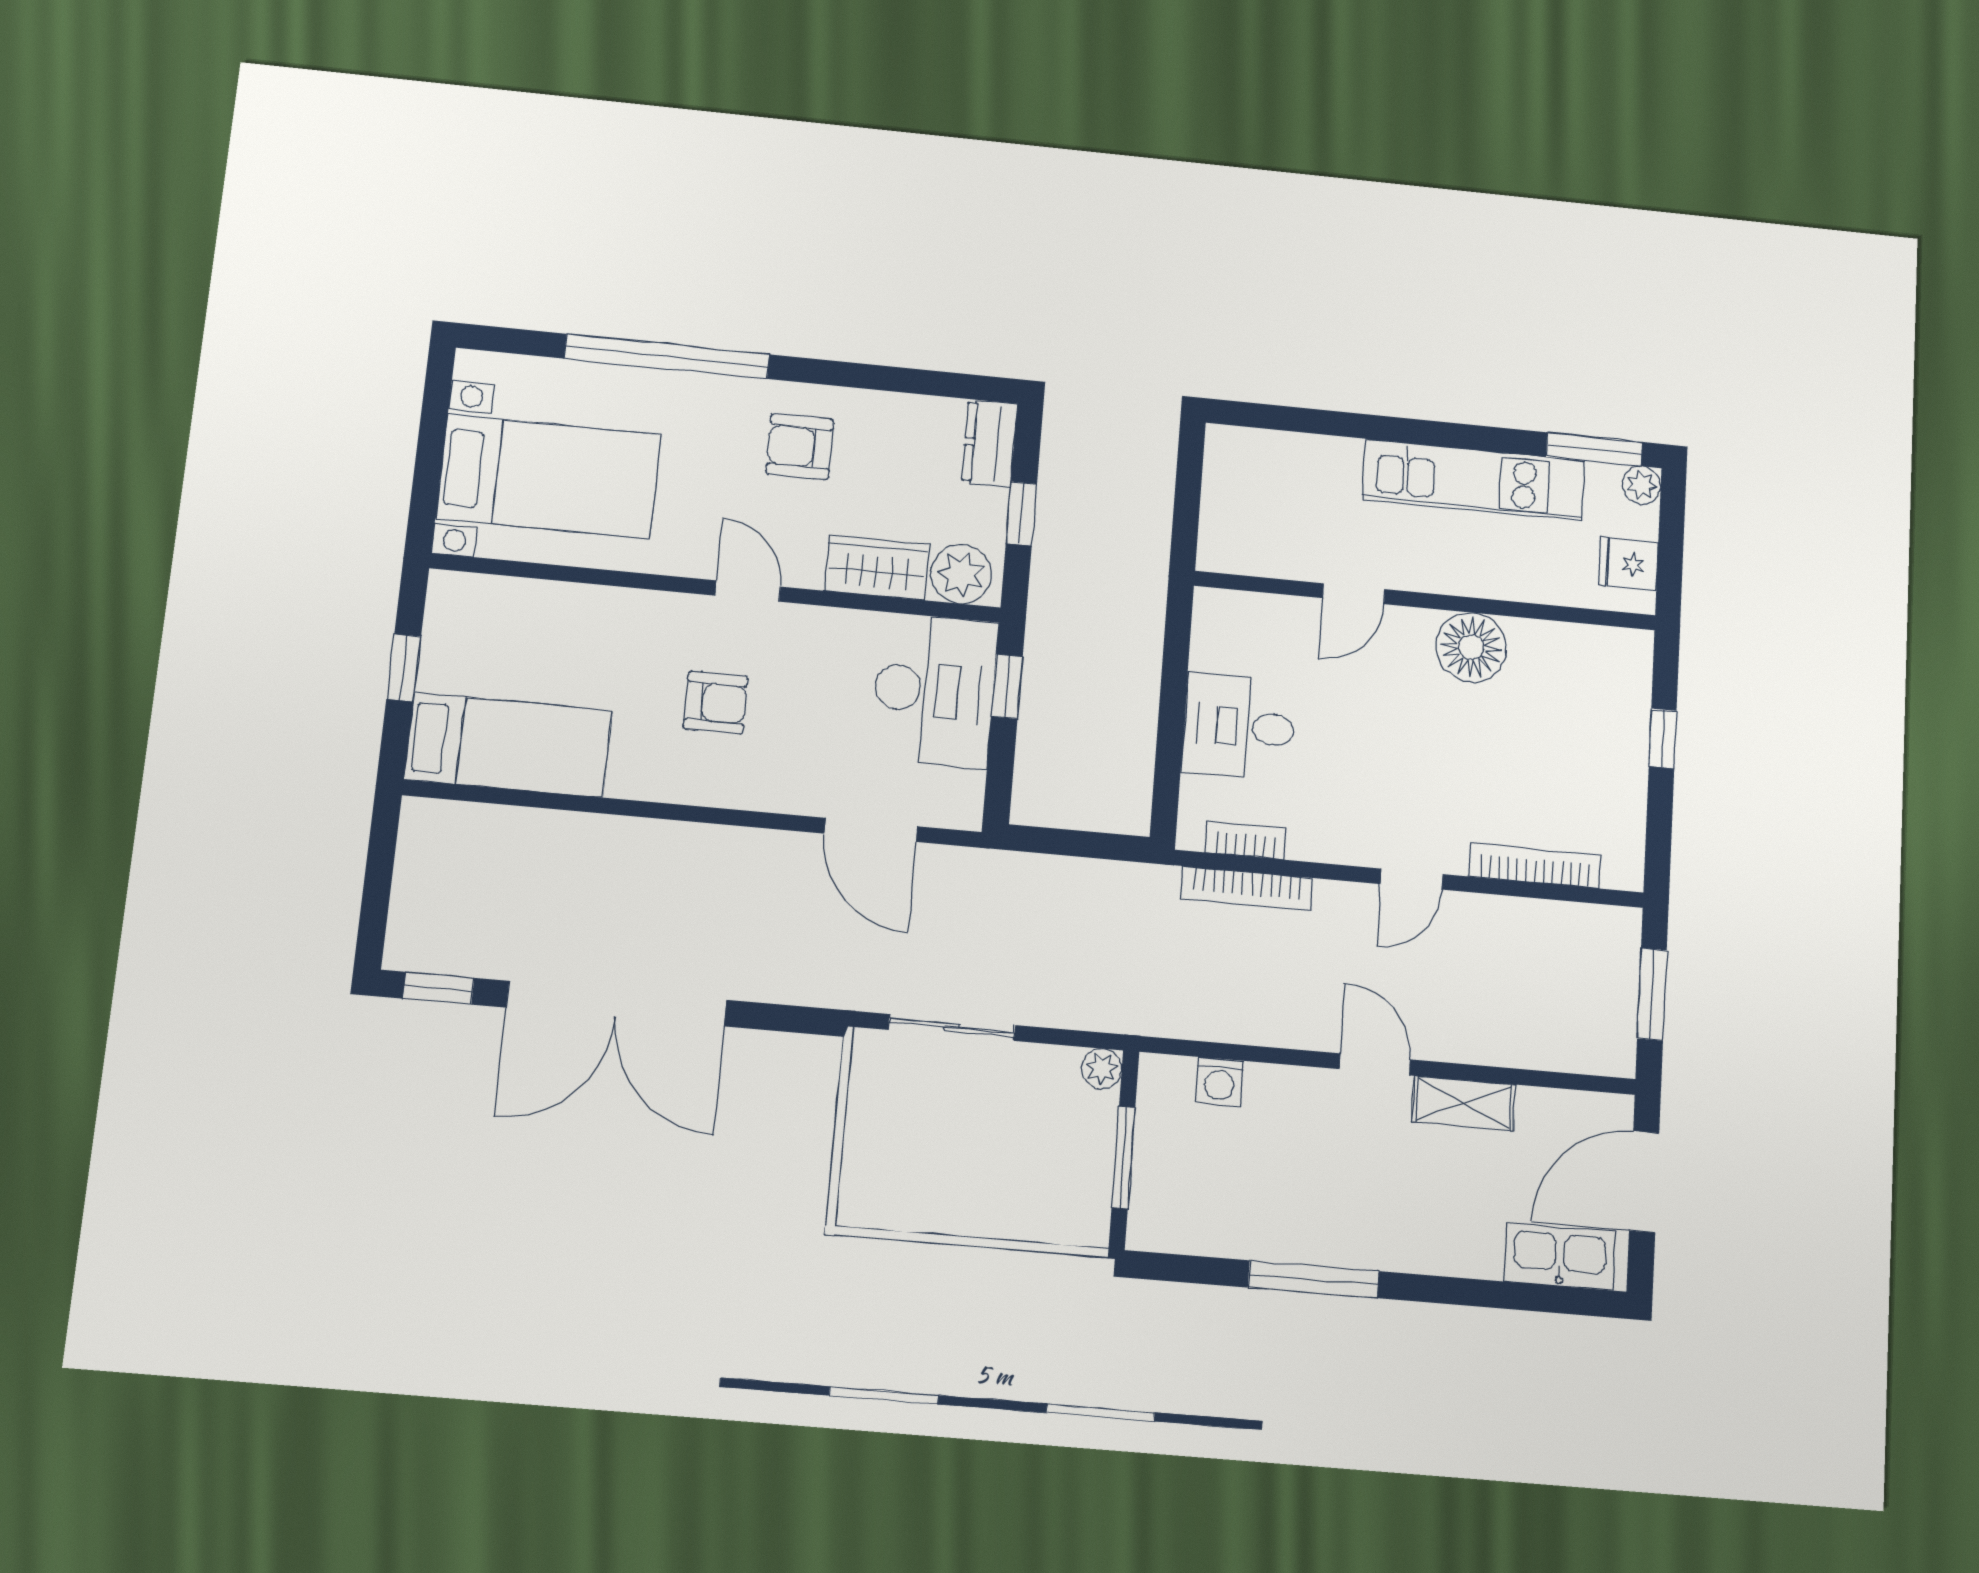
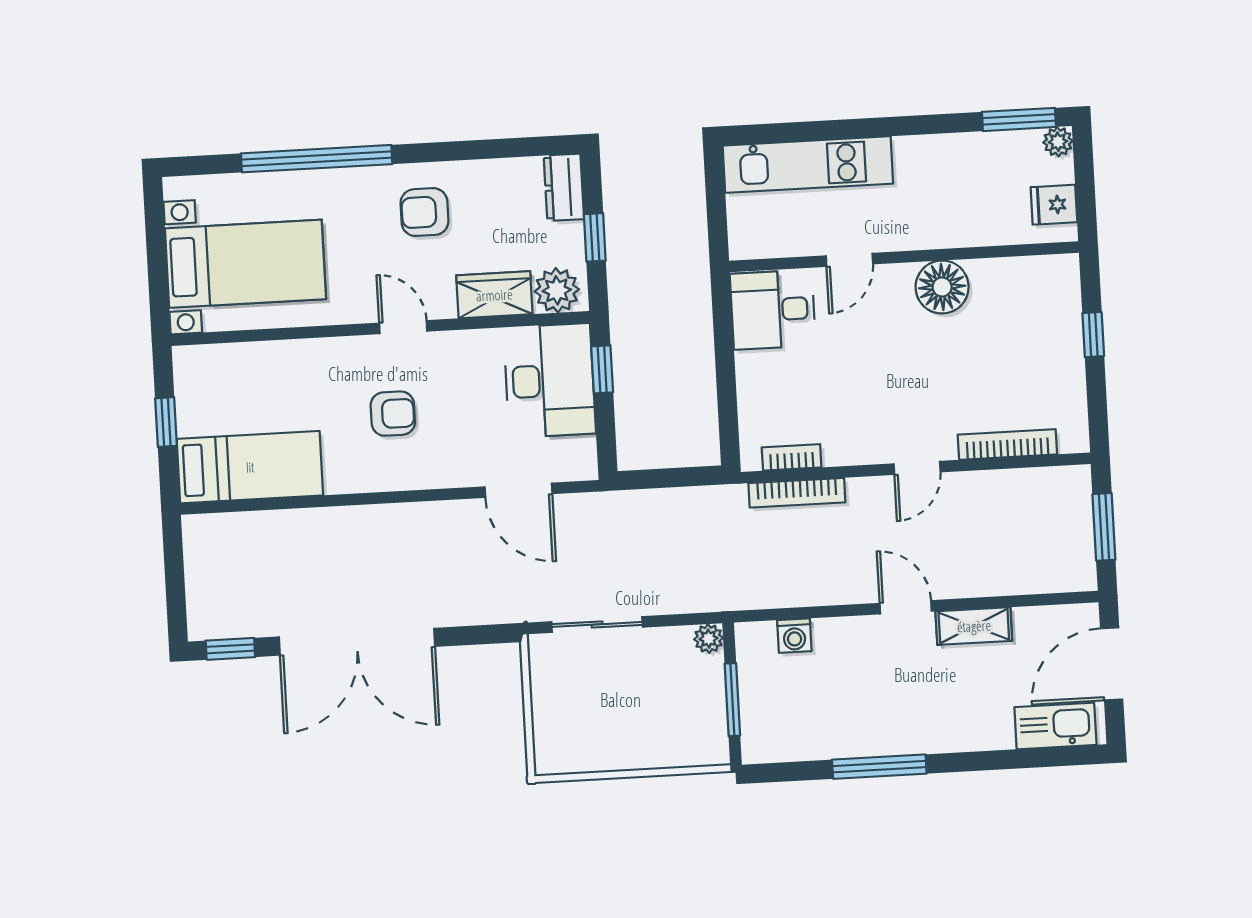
kitchen unit: (1474, 480) -> (808, 165), moved
desk: (1239, 727) -> (773, 310), moved

